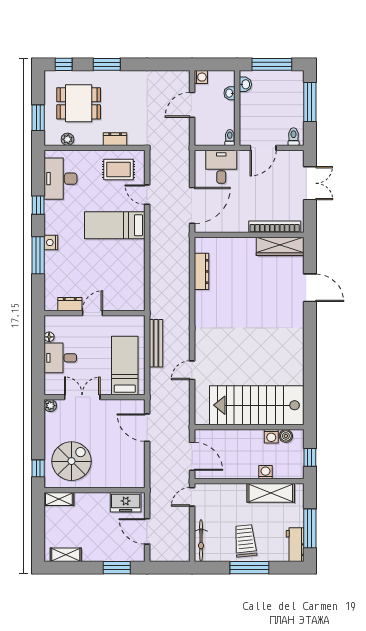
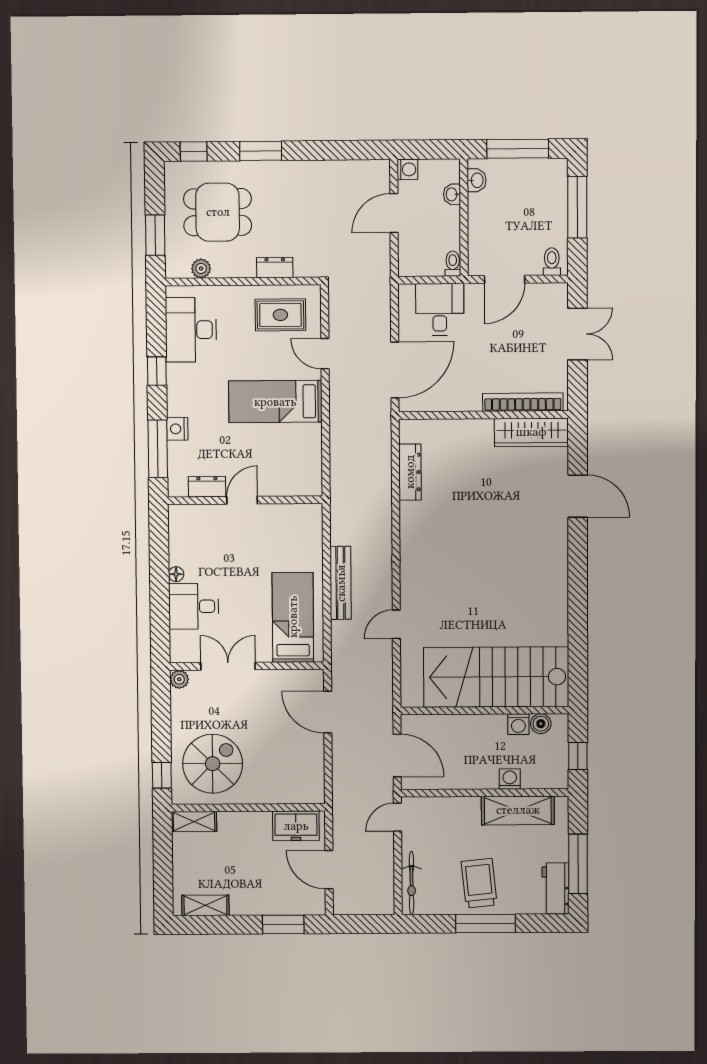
dresser: (70, 304) -> (207, 487), moved
door: (93, 313) -> (242, 500), moved
wall: (94, 313) -> (245, 500), moved

